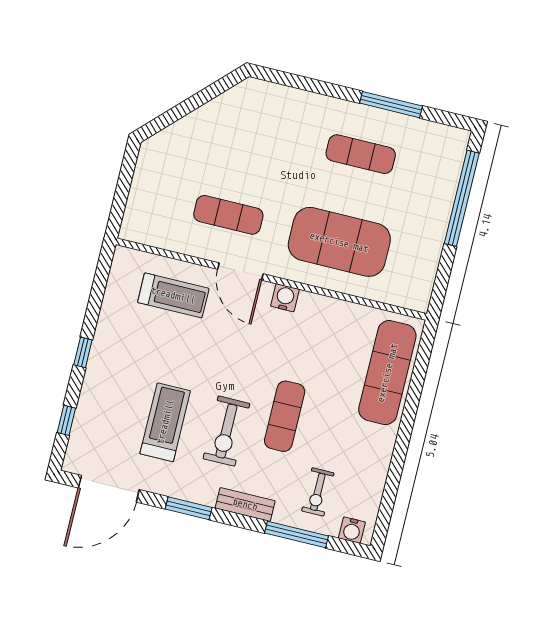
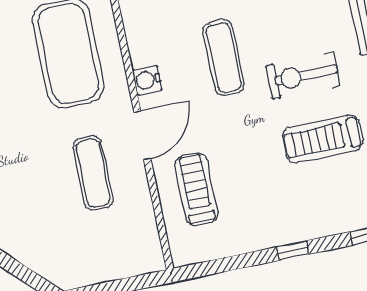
exercise mat: (285, 416) -> (223, 58), moved, turned 90
exercise bike: (226, 431) -> (303, 75), turned 180

